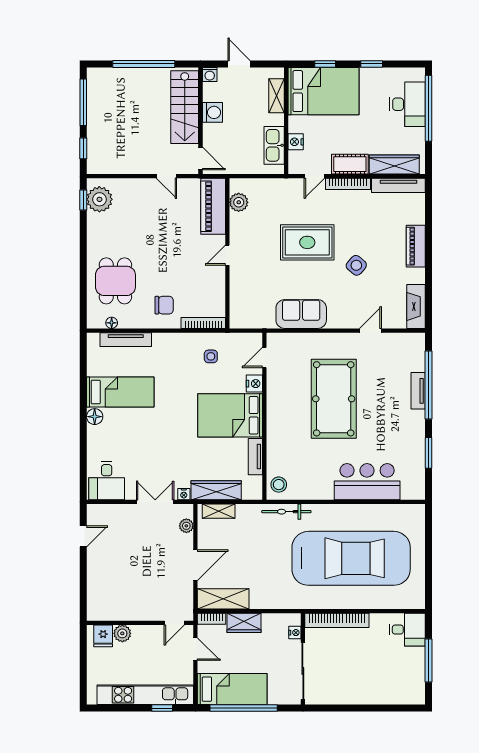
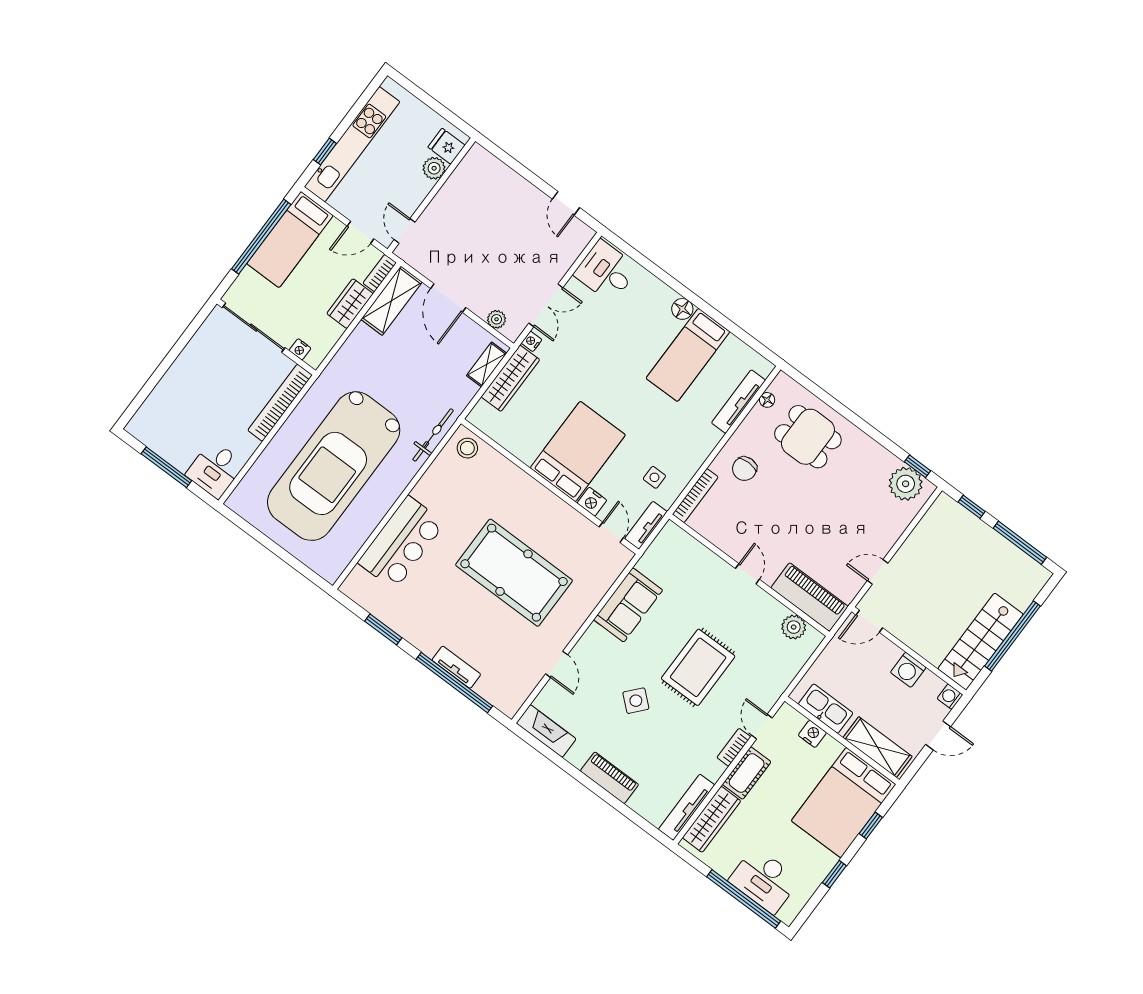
shelving: (276, 96) -> (878, 747), width x1.50, depth x1.33
stairs: (185, 107) -> (980, 642), moved, turned -90
bookcase: (348, 184) -> (734, 747), width x0.64
tv unit: (255, 457) -> (646, 525), moved, turned -90

